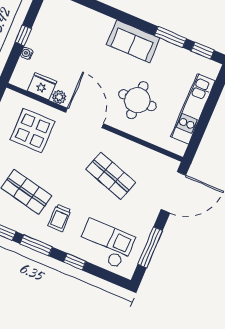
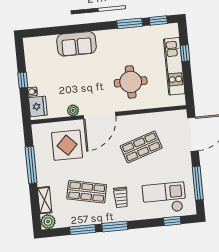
sofa: (133, 41) -> (76, 44), moved
fridge: (42, 86) -> (38, 106), moved, turned 90
window: (212, 101) -> (185, 53), added
door: (84, 118) -> (100, 116), swing flipped
shop shelf: (111, 176) -> (141, 147), turned -36
window: (75, 262) -> (172, 221), moved

